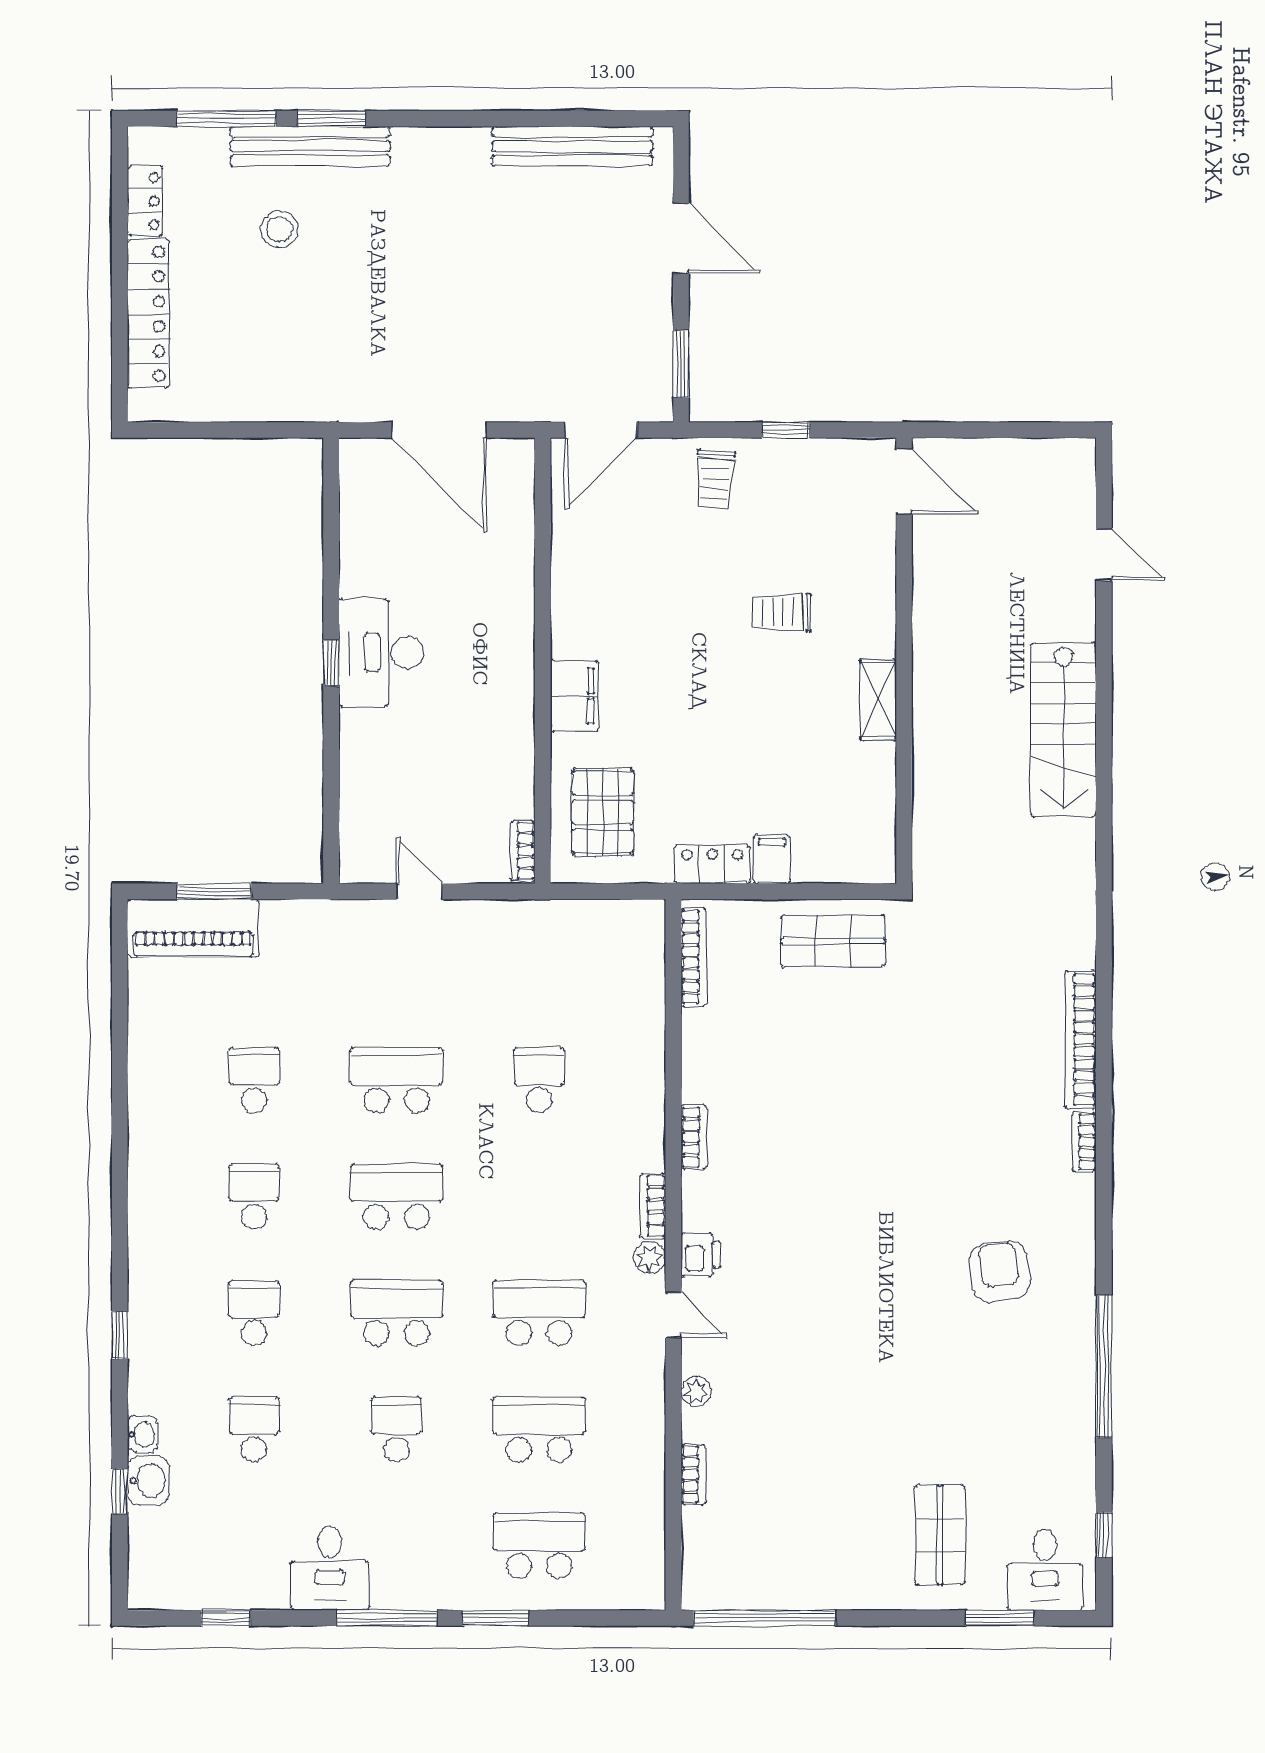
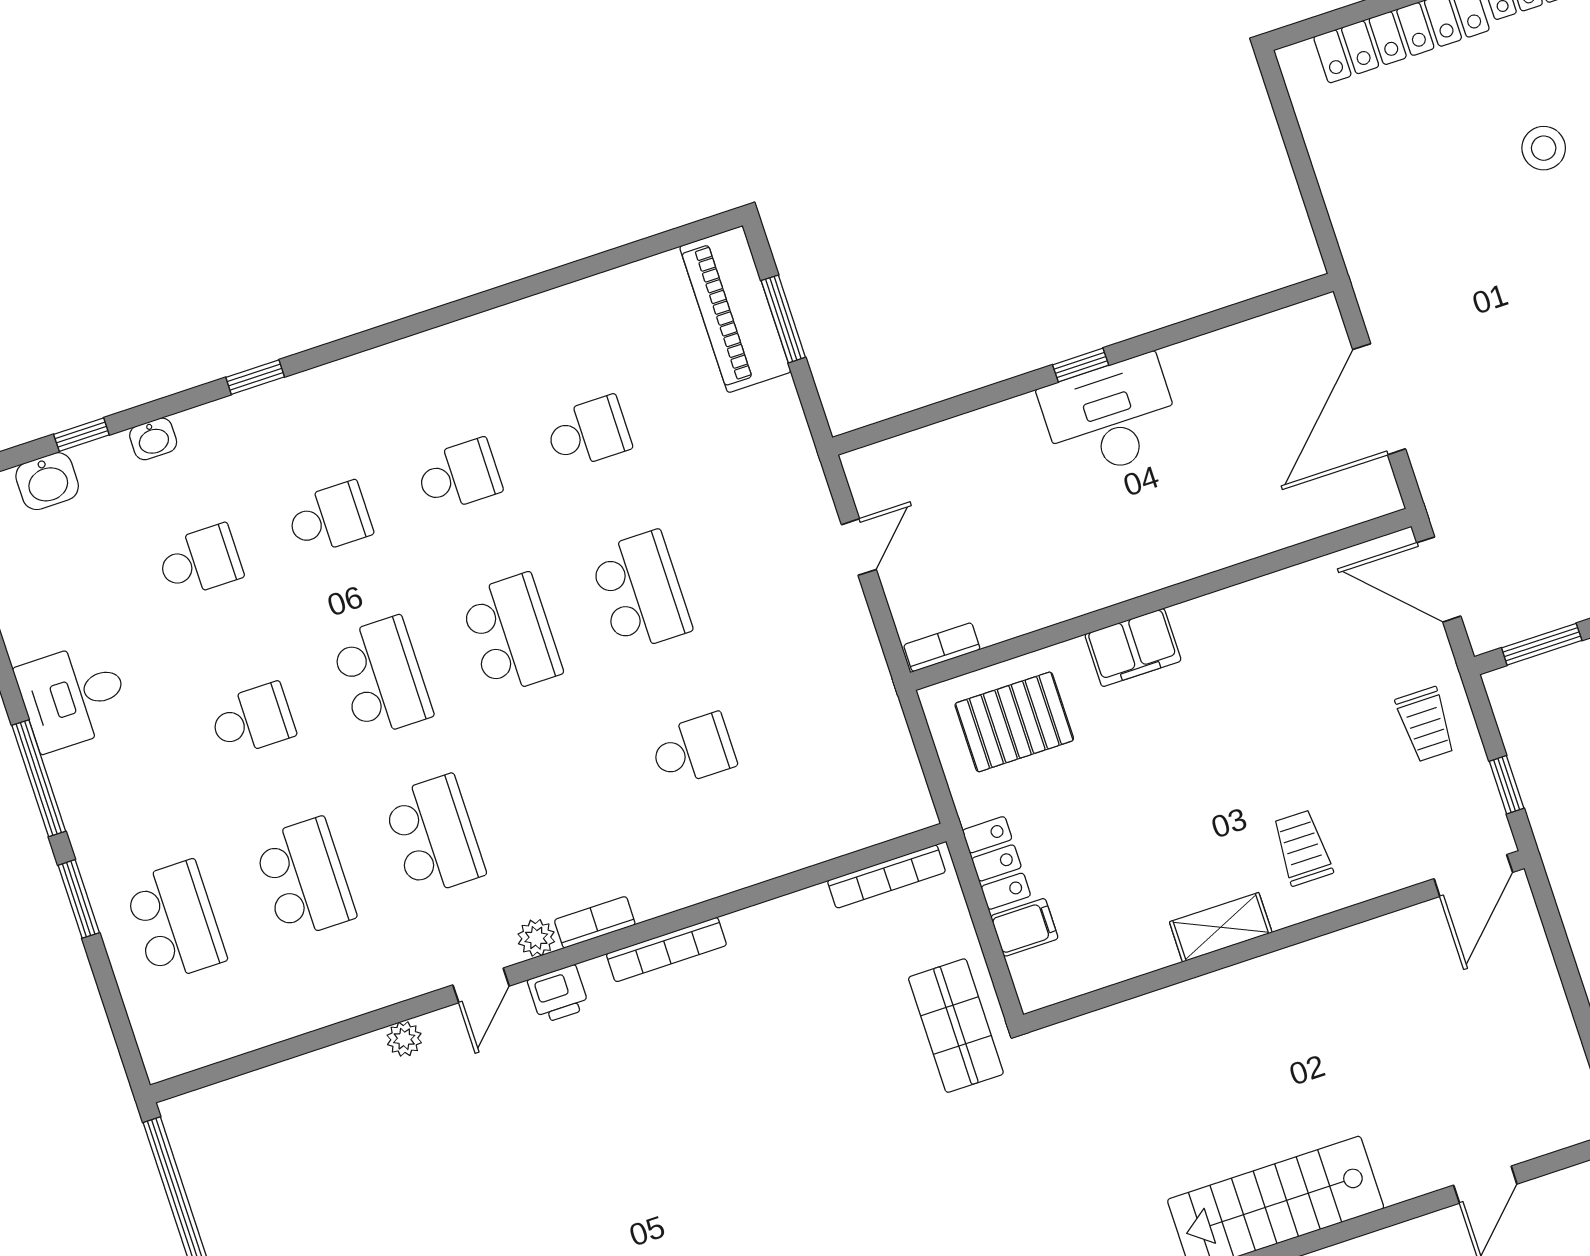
trolley: (715, 479) -> (1426, 724), turned -94
door: (904, 481) -> (1473, 875), moved
wall: (904, 661) -> (1274, 941), moved
shelving: (878, 700) -> (1221, 927), moved
bookcase: (694, 1137) -> (666, 950), width x1.56
bookcase: (693, 1474) -> (311, 1066), removed
washbasin: (148, 1481) -> (47, 481), moved

